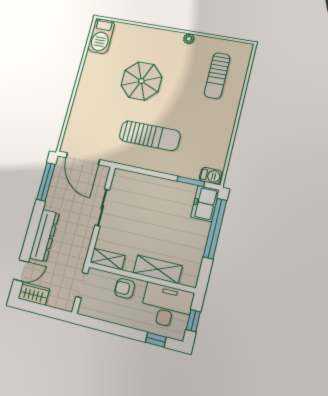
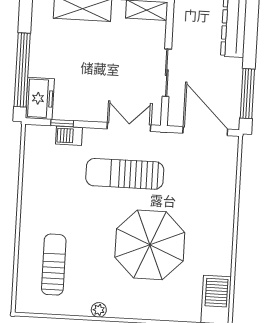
parasol: (141, 81) -> (150, 245), width x1.36, depth x1.36
double door: (139, 171) -> (129, 127), added
barbecue: (211, 176) -> (69, 136), moved
window: (191, 181) -> (62, 123), width x0.67

